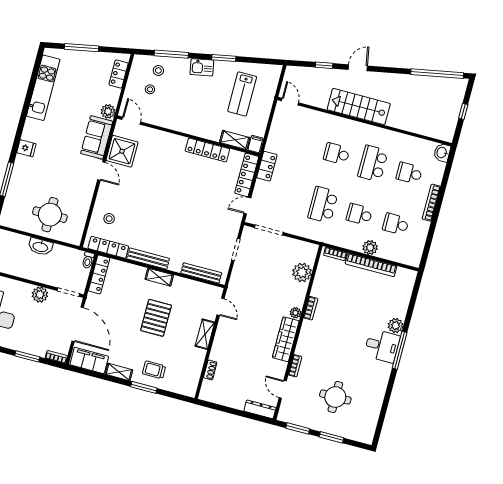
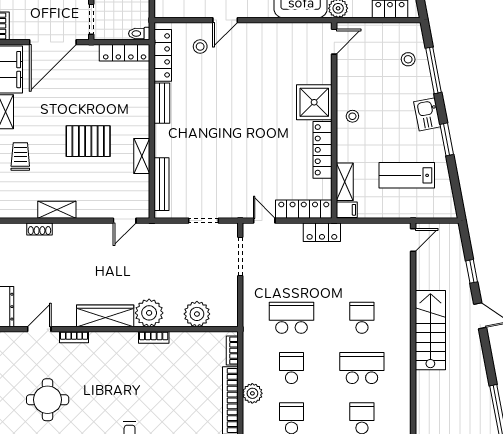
stool: (150, 89) -> (352, 116), moved
shower: (122, 151) -> (314, 102), moved
door: (101, 171) -> (225, 20), moved
bench: (148, 259) -> (162, 103), width x0.73
shelving: (159, 277) -> (142, 156), moved
plant: (296, 313) -> (149, 313), width x1.88, depth x1.88
shelving: (205, 334) -> (57, 210), moved

